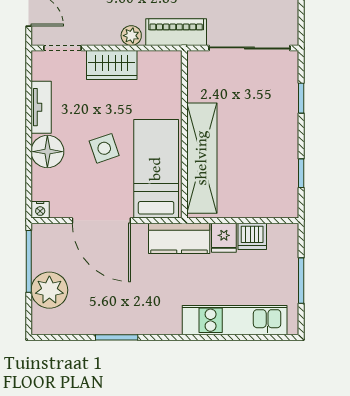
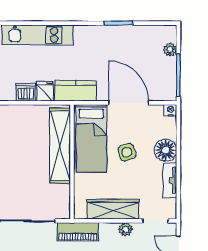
plant: (131, 36) -> (126, 229), moved
wardrobe: (112, 65) -> (113, 209), width x1.50
plant: (49, 290) -> (170, 50), width x0.53, depth x0.53

